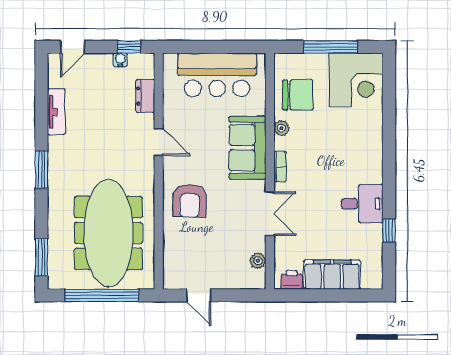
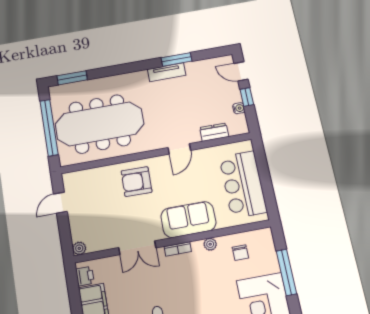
window: (129, 47) -> (247, 97), moved
chair: (298, 95) -> (240, 253), width x0.54, depth x0.54
tv unit: (56, 112) -> (167, 72), moved
window: (41, 170) -> (176, 59), moved
plant: (258, 261) -> (79, 248), moved

